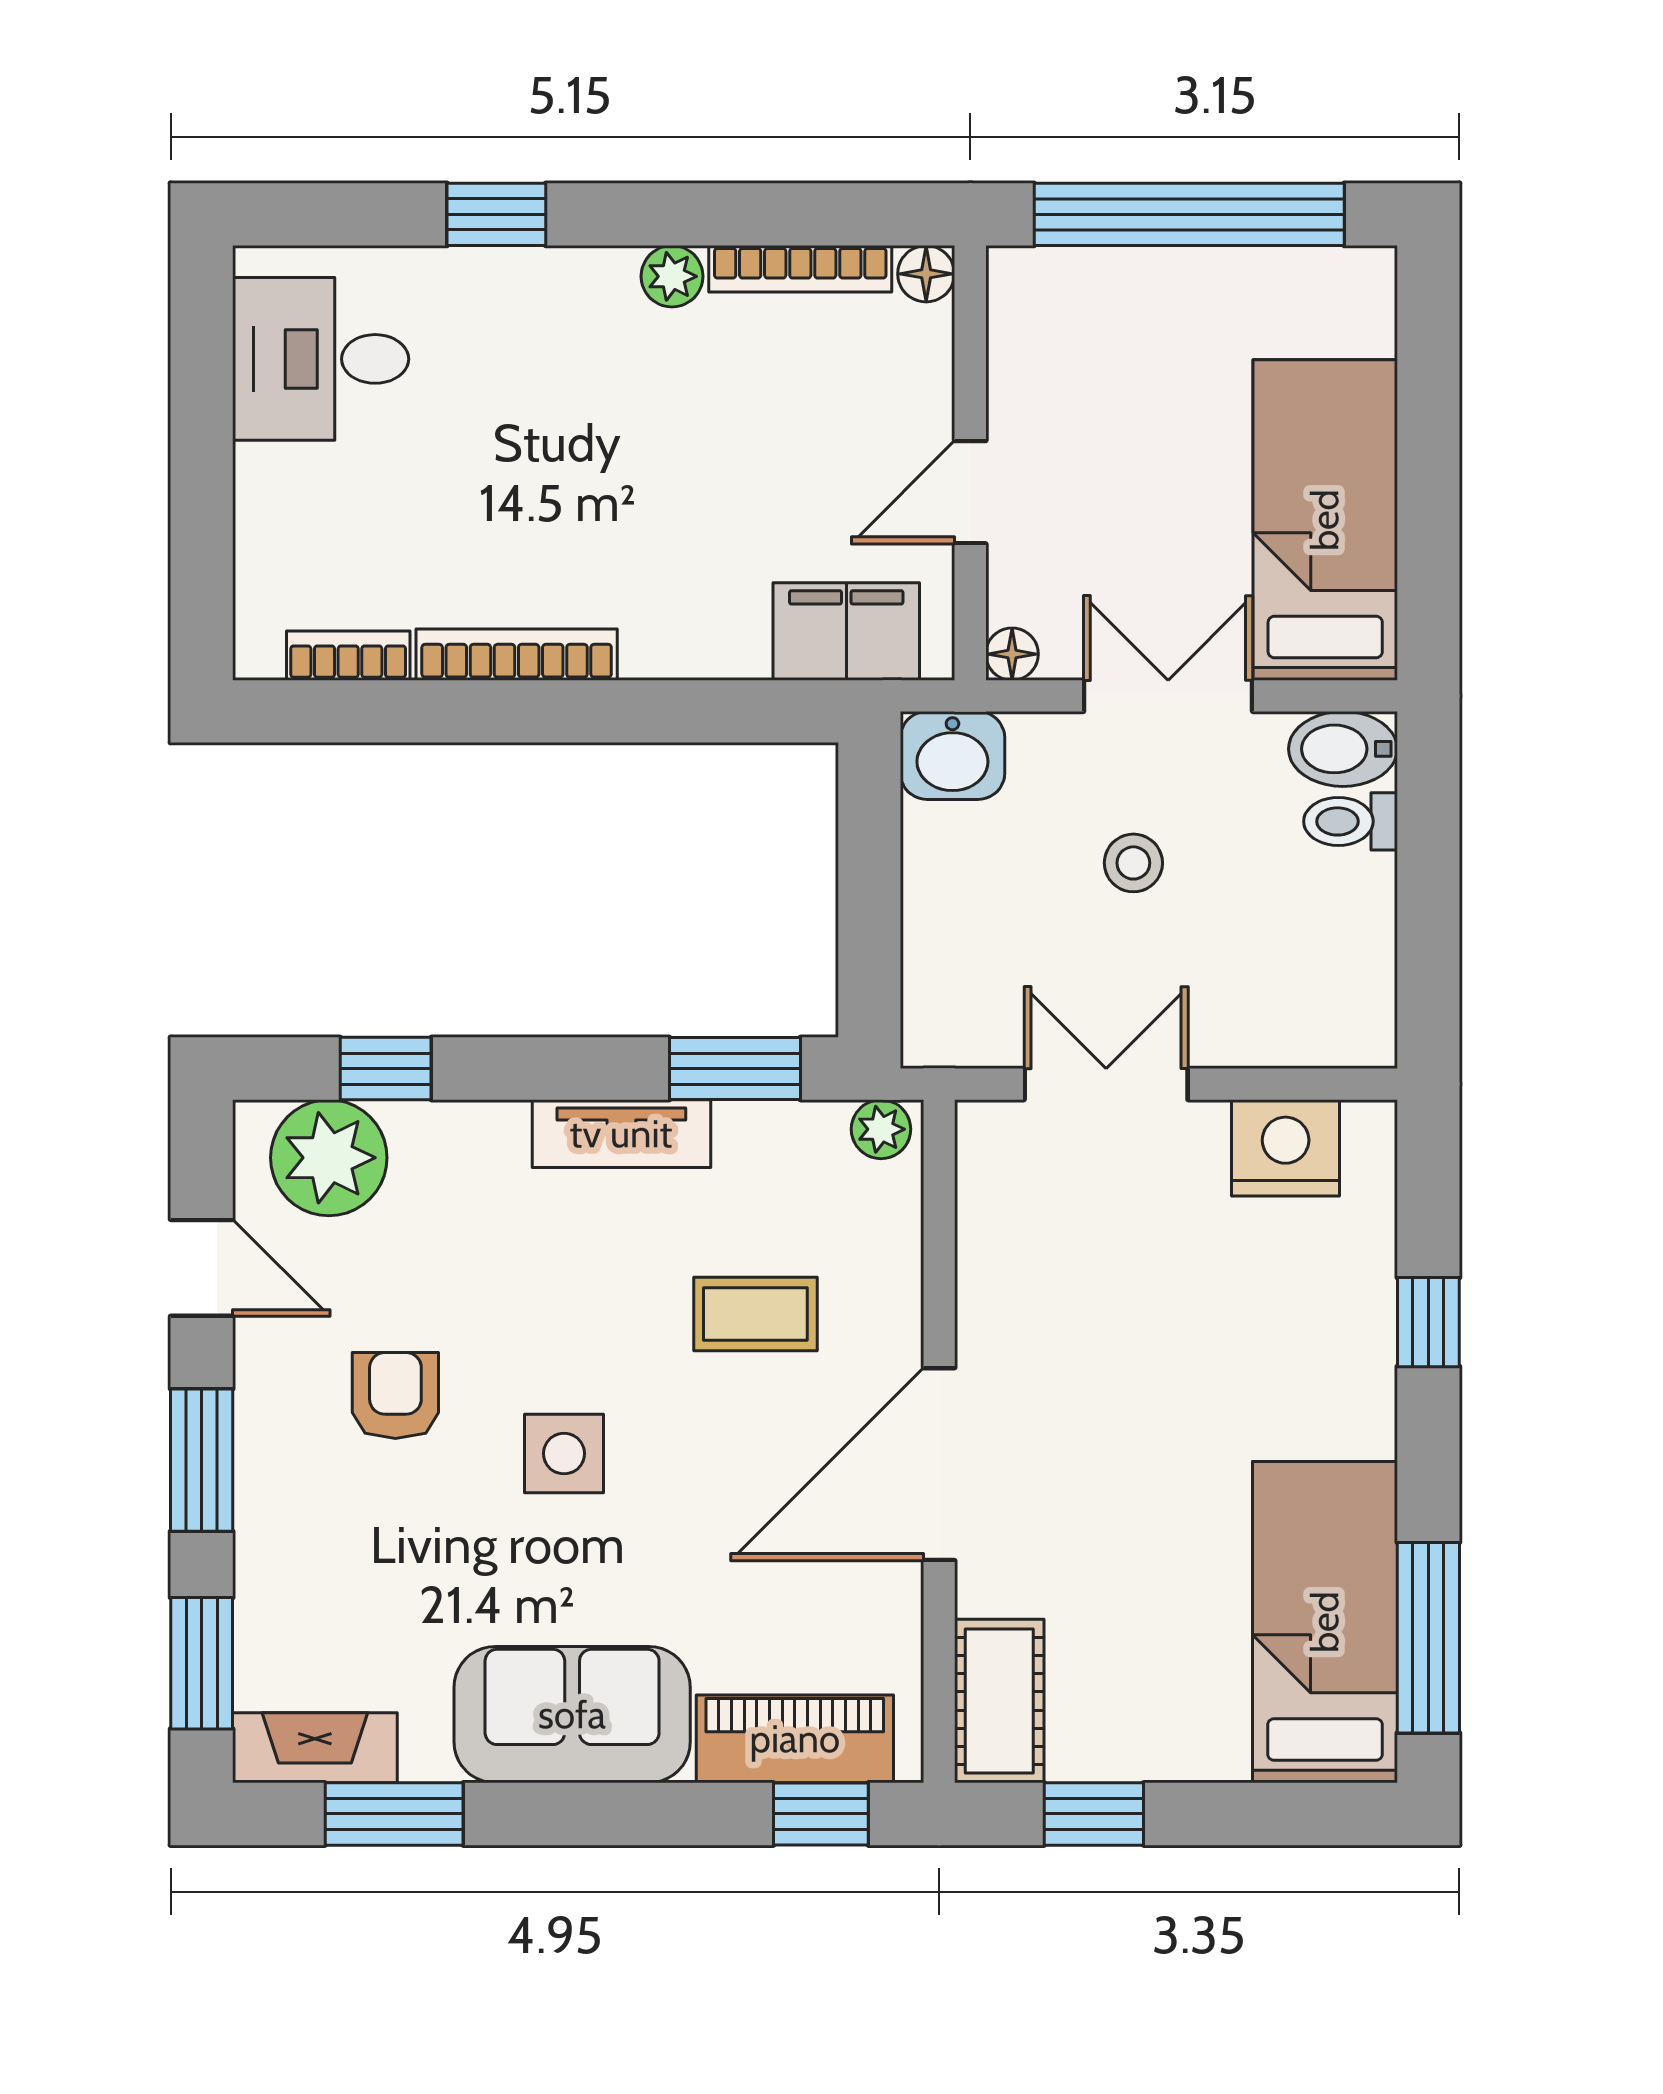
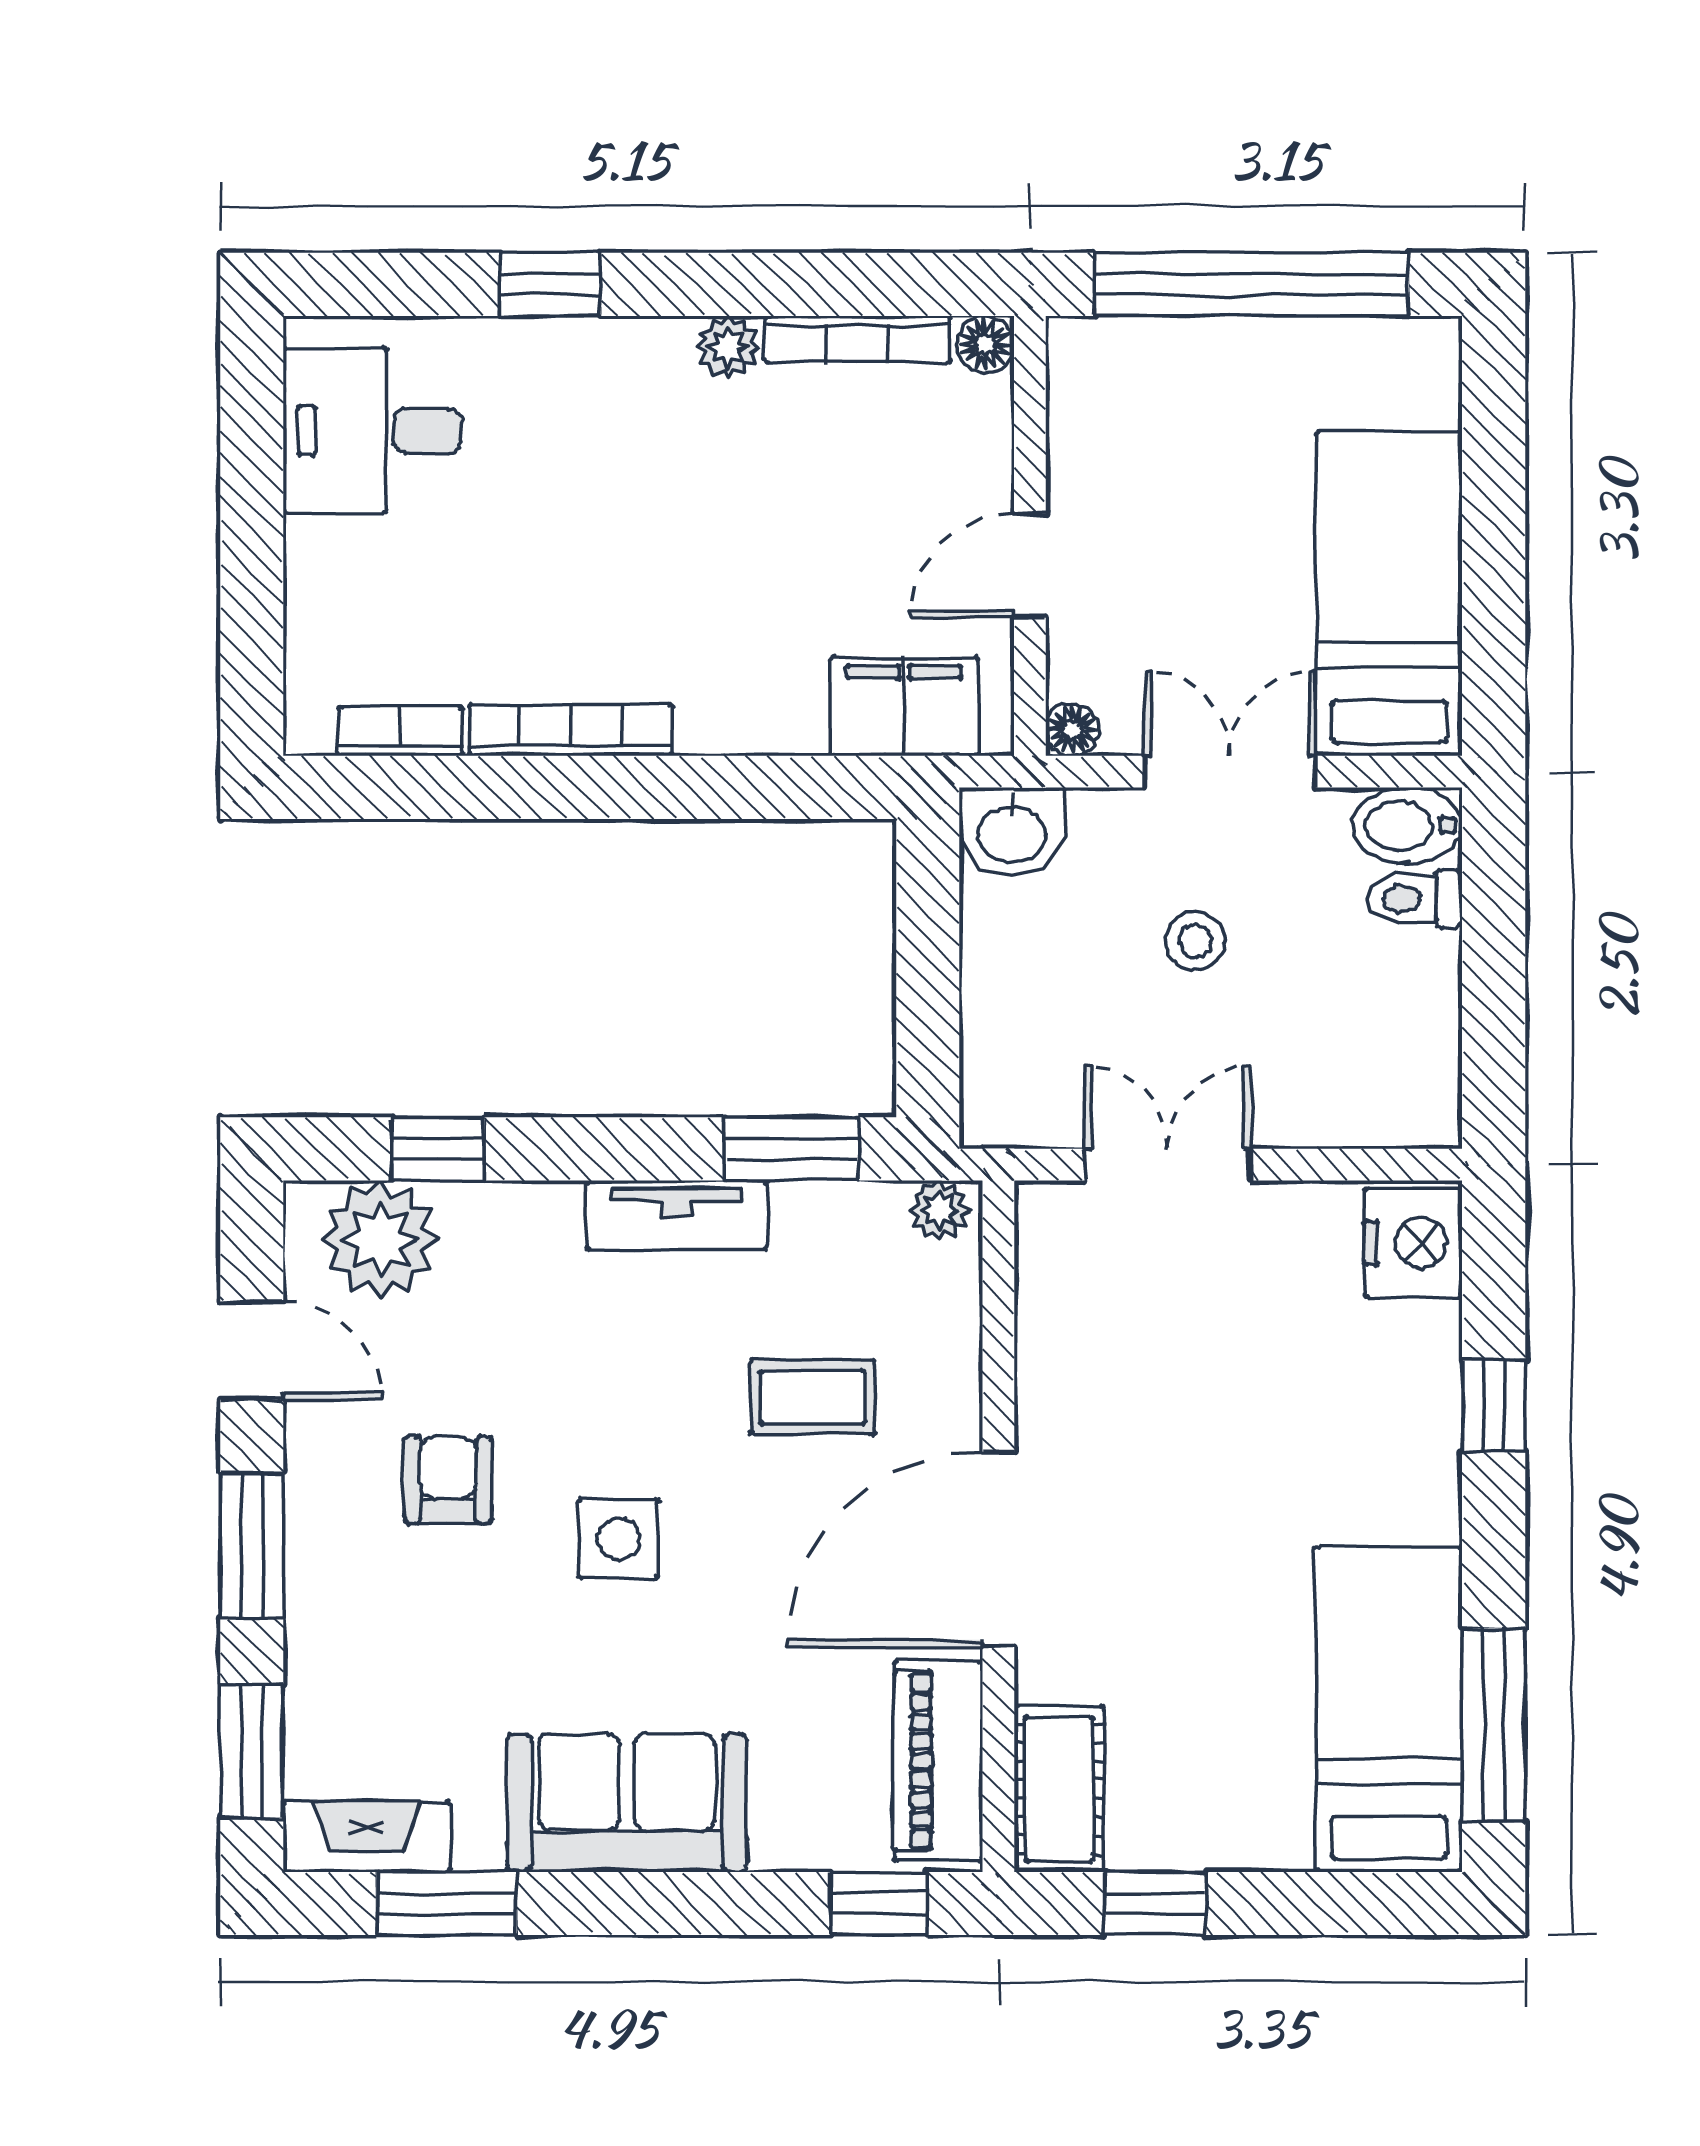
nightstand: (1286, 1148) -> (1413, 1243), moved, turned 90
piano: (795, 1739) -> (938, 1761), moved, turned -90

